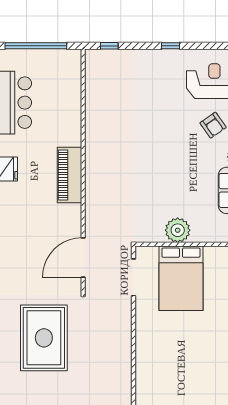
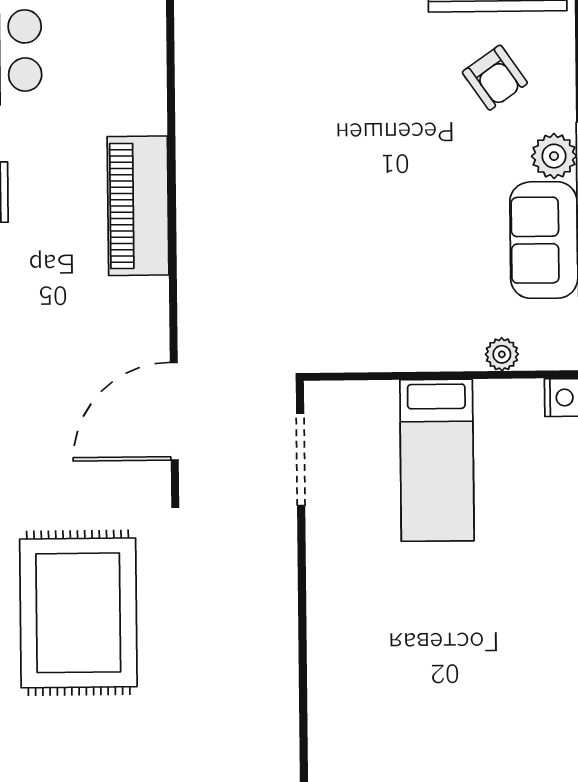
plant: (178, 230) -> (502, 354), moved, width x0.53, depth x0.53
bed: (181, 278) -> (437, 460), width x0.67

